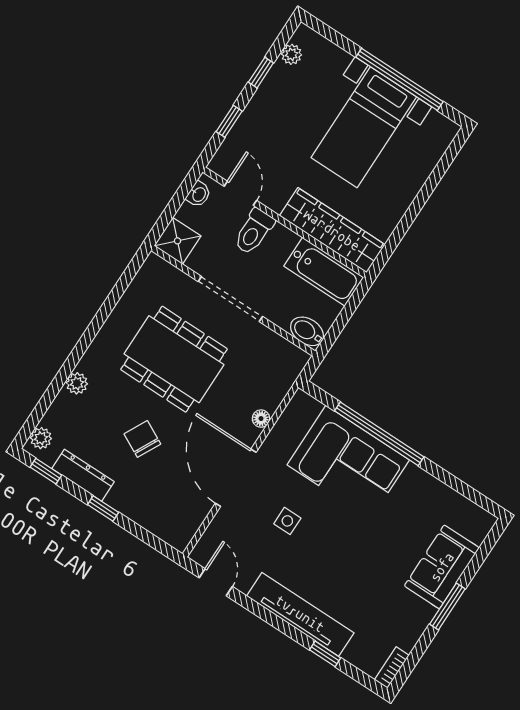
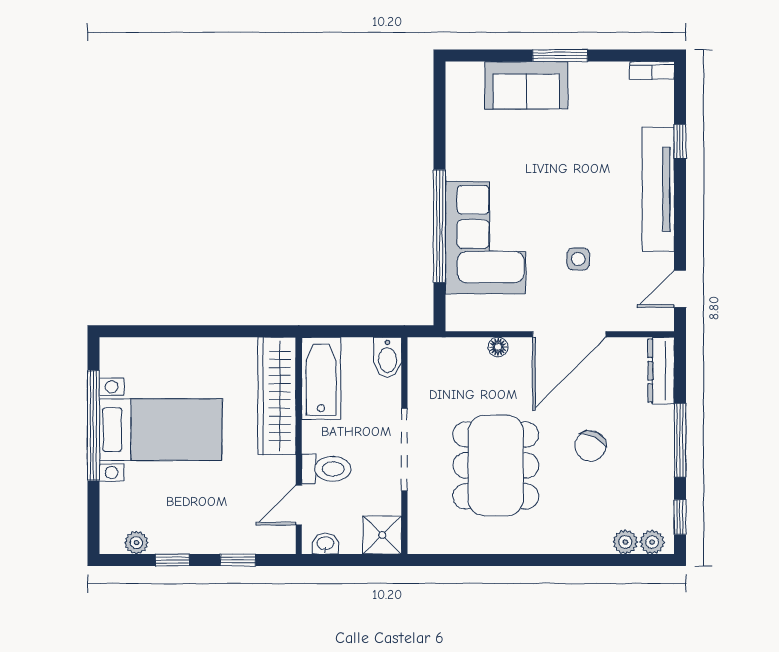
plant: (77, 383) -> (625, 542), moved
dresser: (83, 475) -> (661, 371), moved
window: (103, 508) -> (680, 440), width x2.17

